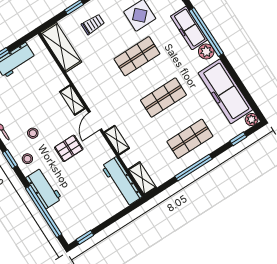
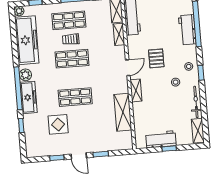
trolley: (93, 24) -> (71, 39), moved
shelving: (61, 47) -> (123, 112), moved
shelving: (117, 140) -> (119, 34), moved
pallet: (69, 148) -> (156, 58), turned 90
workbench: (44, 188) -> (187, 30), moved

